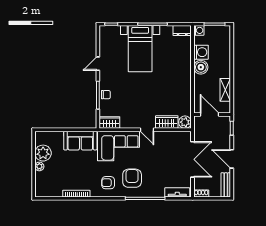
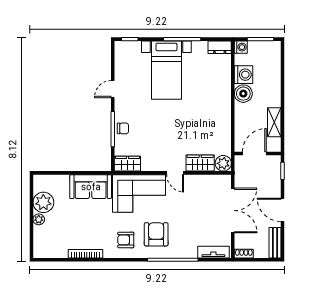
door: (210, 115) -> (254, 154), hinge flipped

